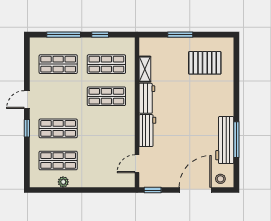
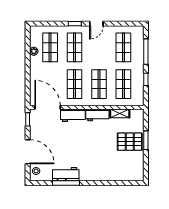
pallet: (205, 63) -> (130, 142), moved, turned 90
door: (27, 100) -> (96, 24), swing flipped
shop shelf: (106, 128) -> (75, 84), added
workbench: (225, 140) -> (66, 174), width x0.73
door: (137, 164) -> (48, 107), width x1.87

